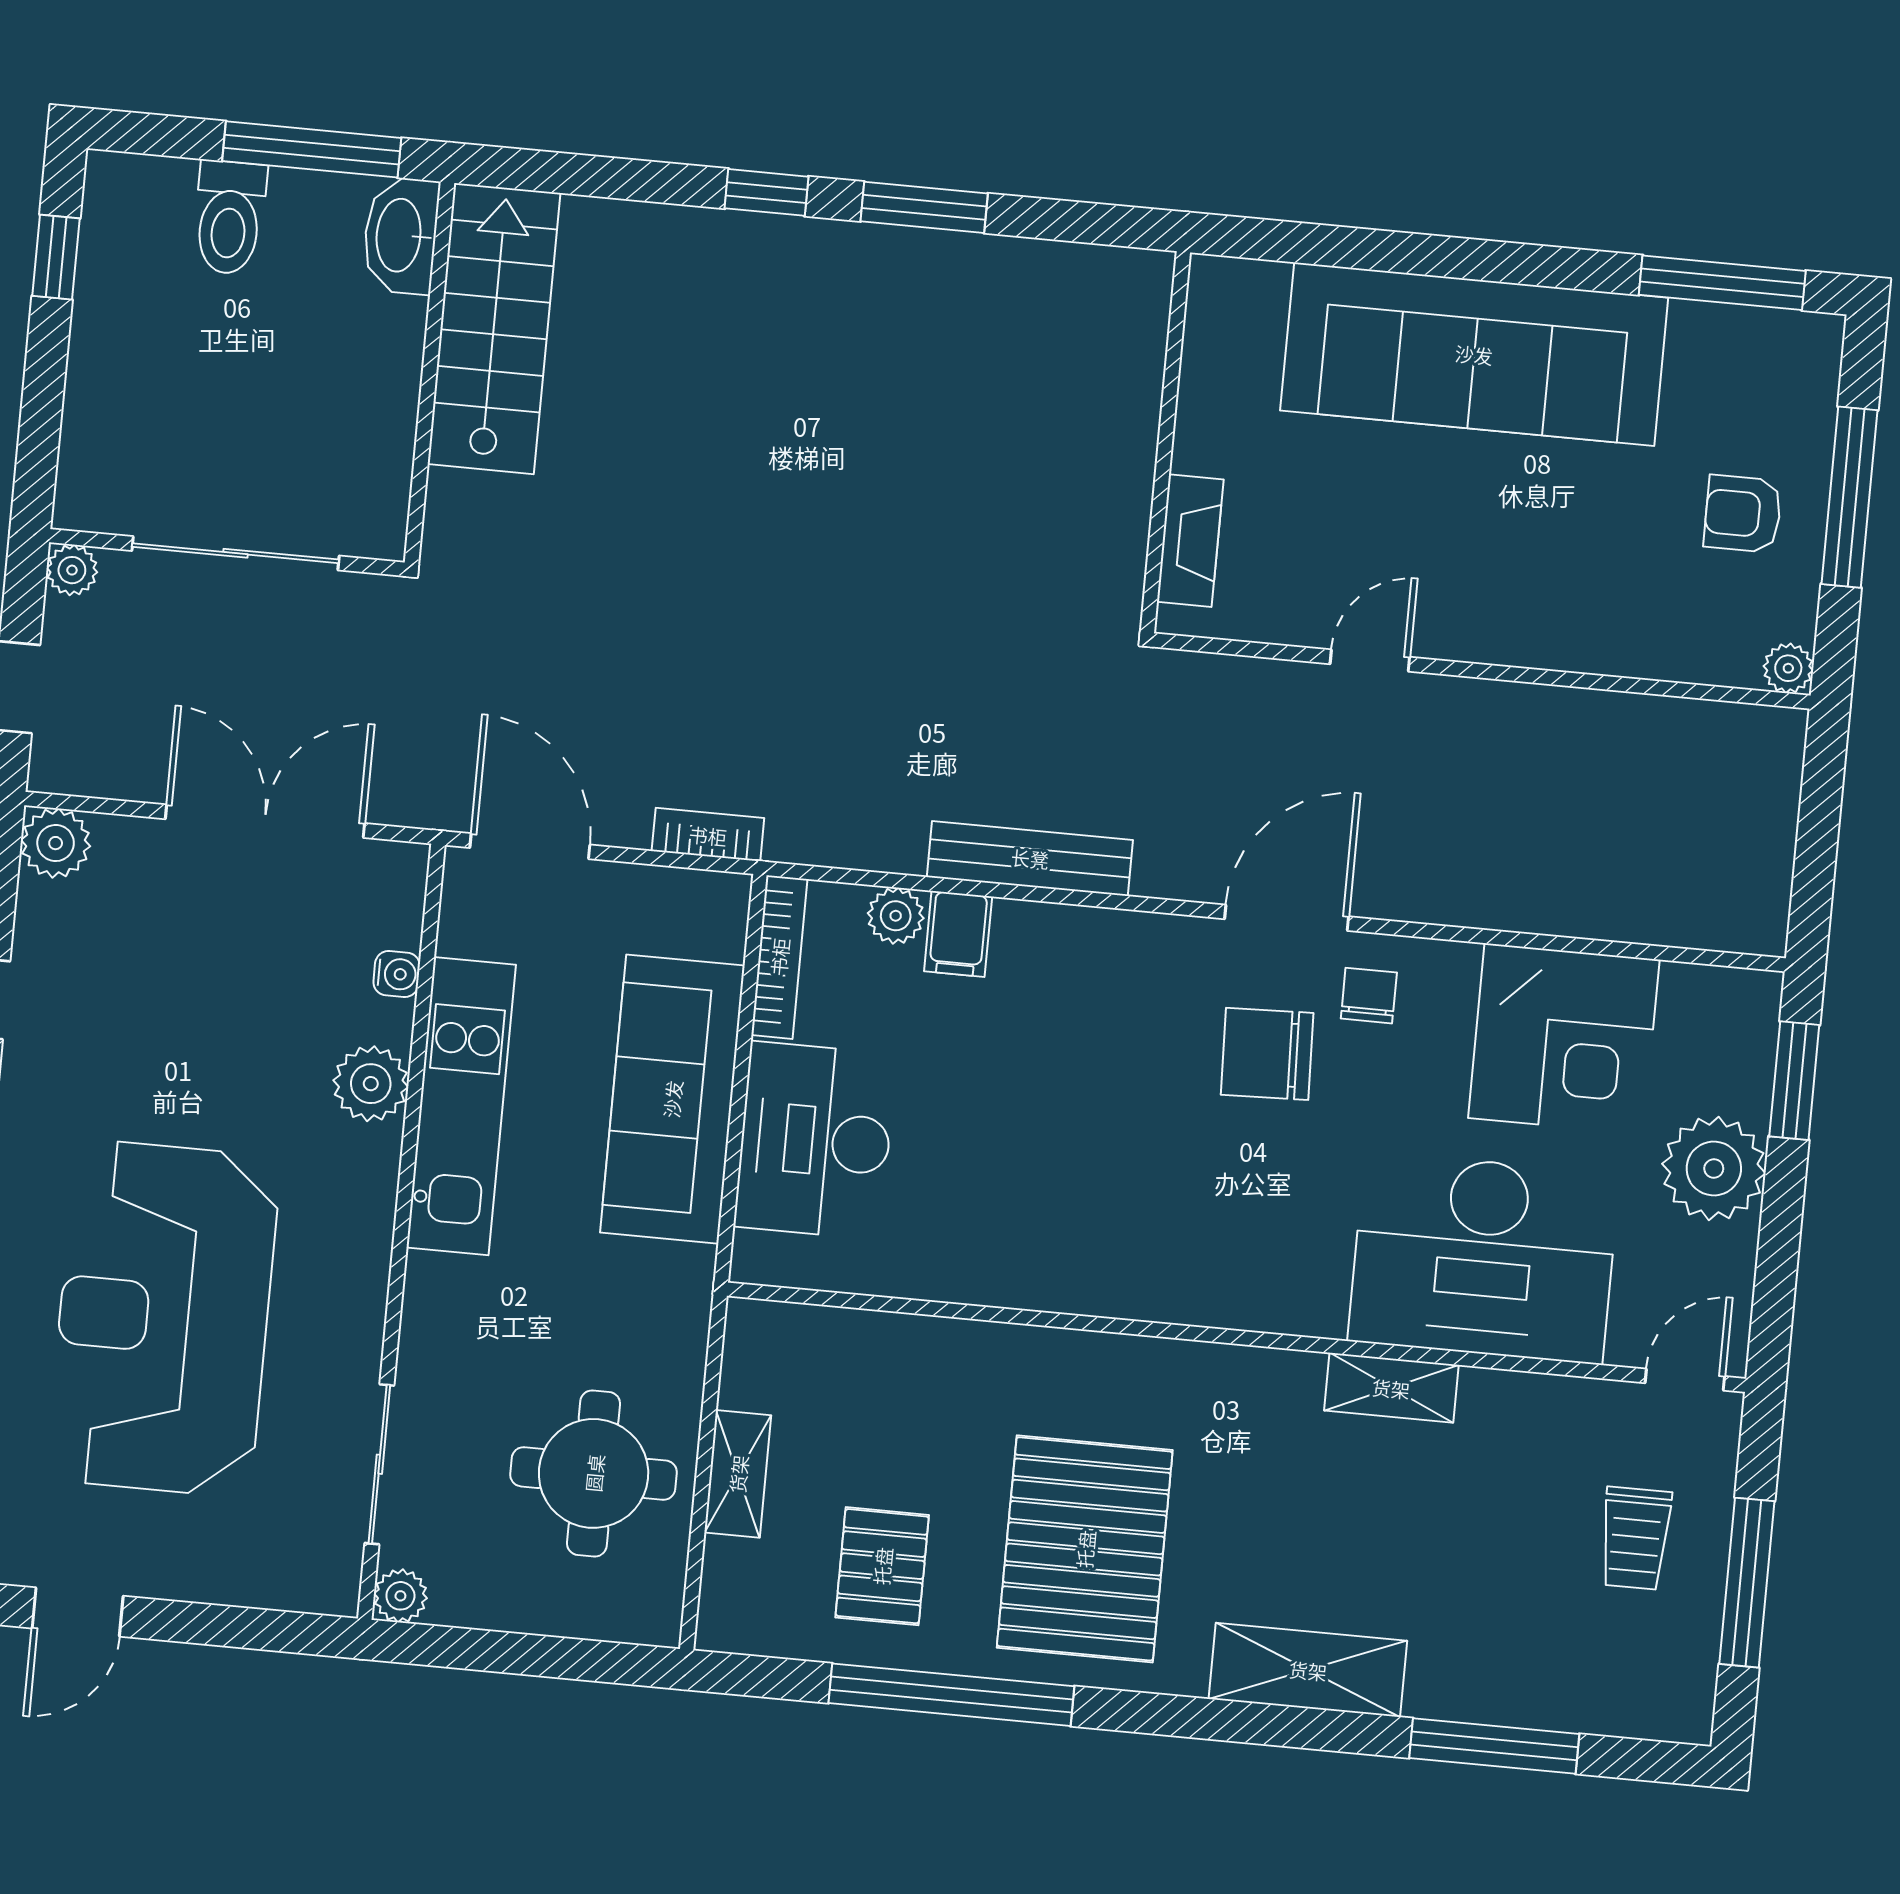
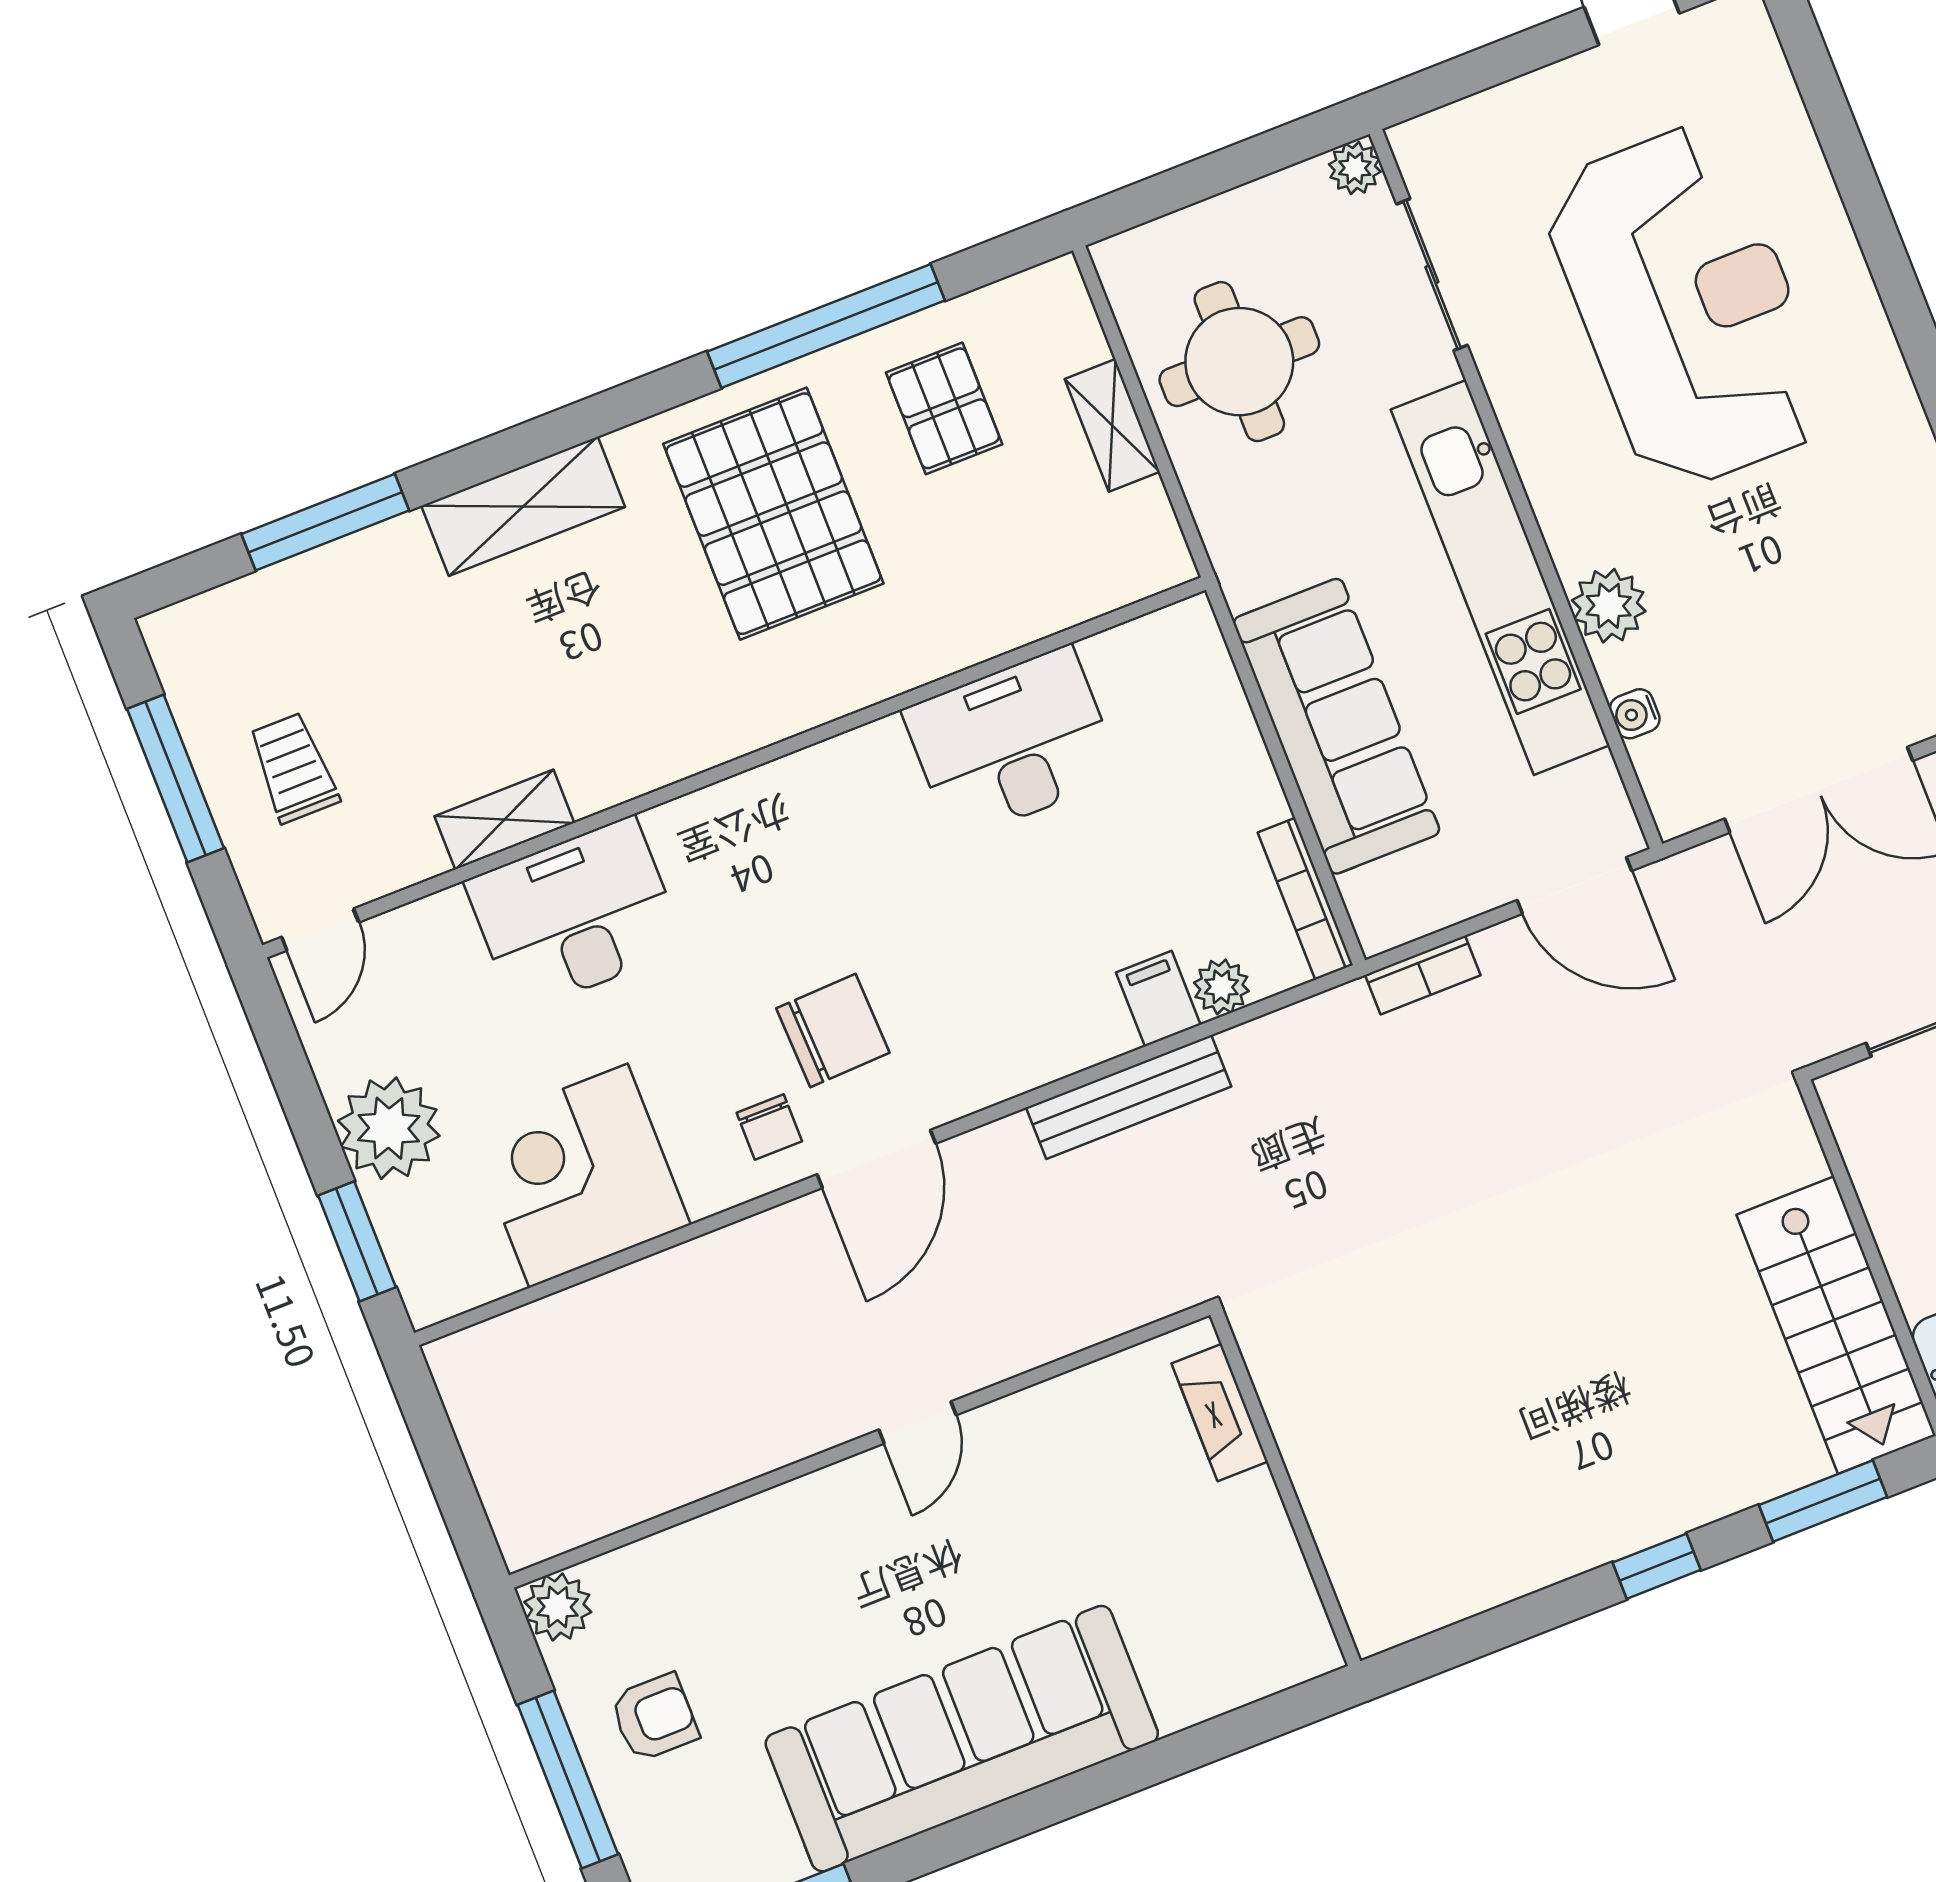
window: (924, 207) -> (1823, 1501), moved
wall: (1165, 442) -> (1285, 1488), moved
fireplace: (1190, 541) -> (1220, 1412), moved
plant: (1788, 668) -> (558, 1607), width x1.38, depth x1.38
kitchen unit: (461, 1106) -> (1500, 577), width x1.36
desk: (815, 1140) -> (1012, 743), moved, turned -90
desk: (1484, 1258) -> (575, 915), width x0.73, depth x0.77
shelving: (1391, 1388) -> (504, 820), moved

